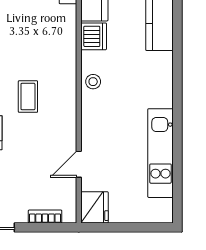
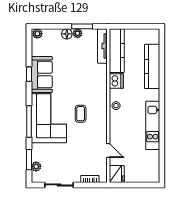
kitchen unit: (160, 153) -> (153, 125), moved
door: (79, 164) -> (108, 151), swing flipped

